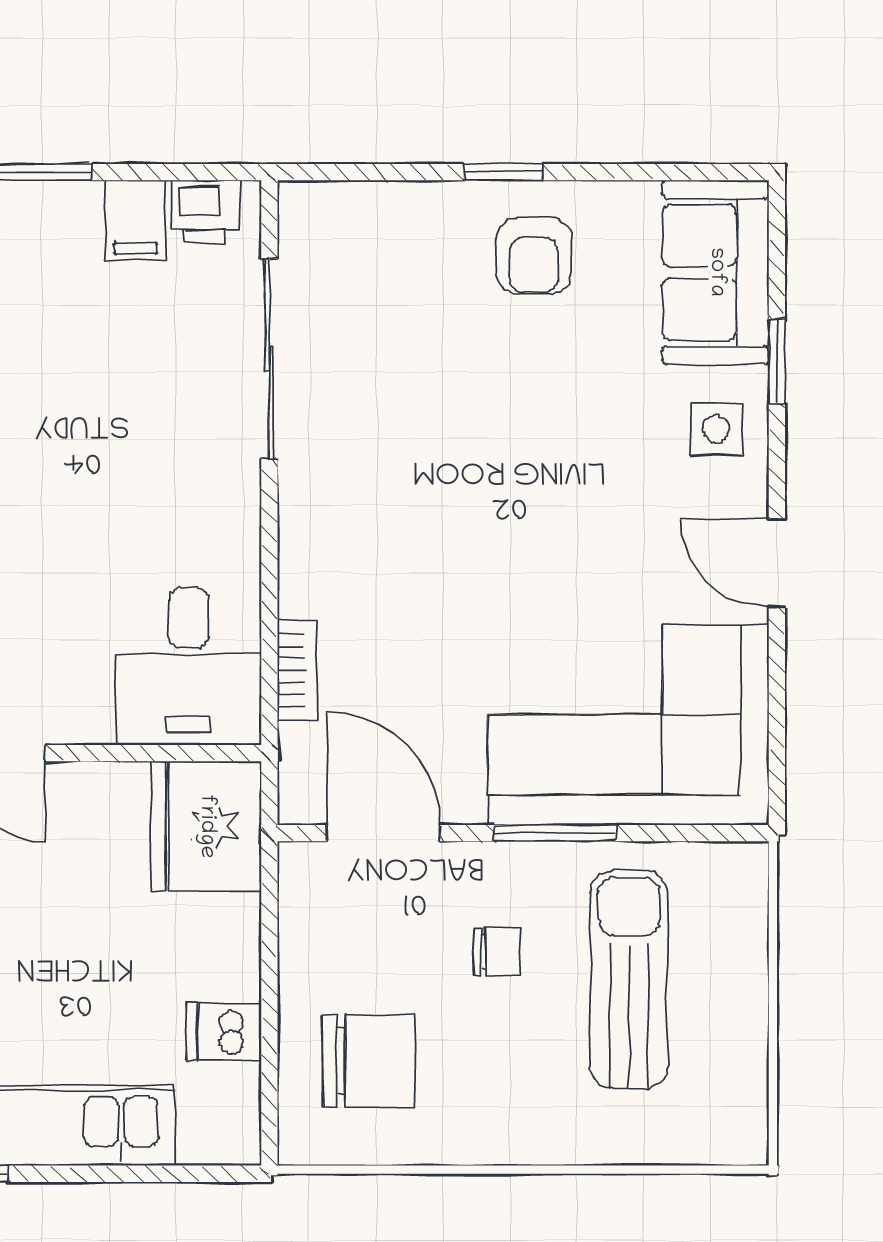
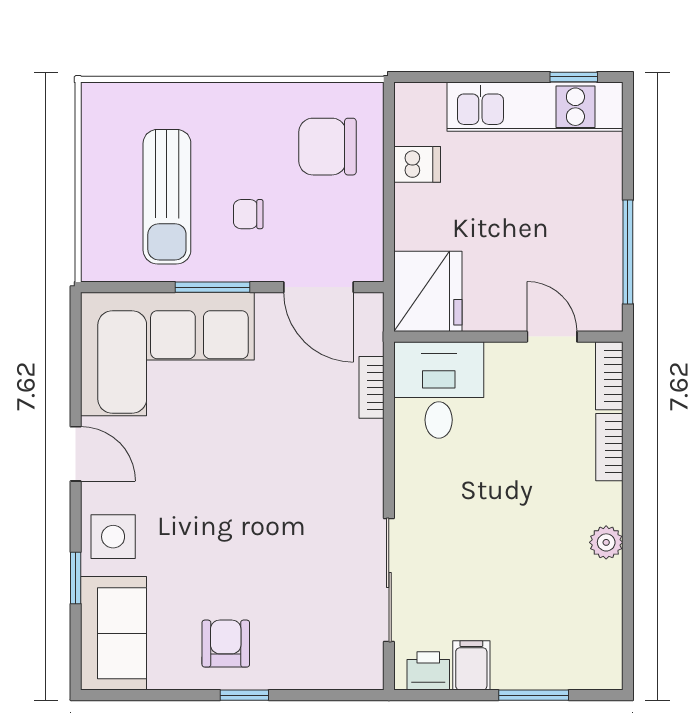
side table: (716, 429) -> (113, 537), width x1.37, depth x1.37

